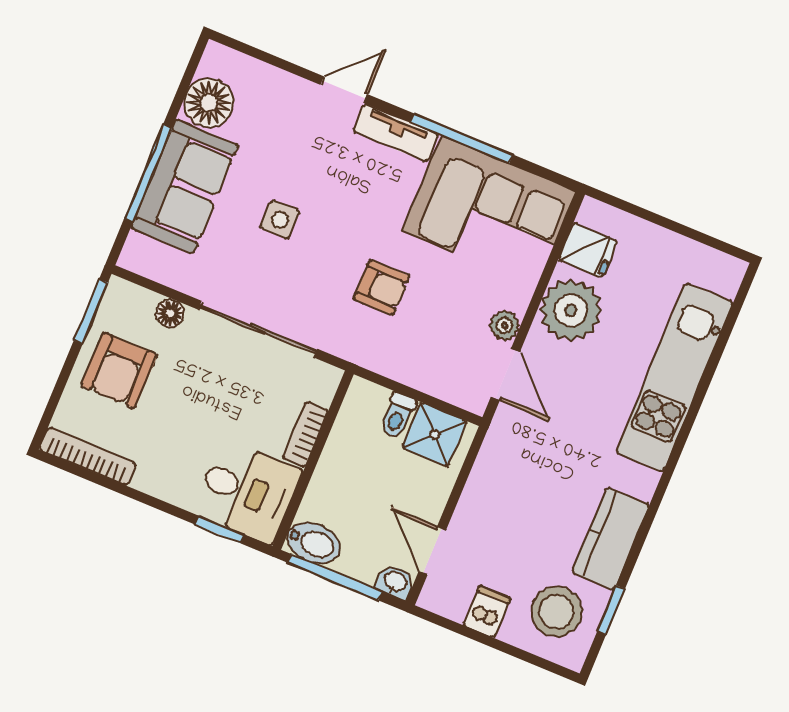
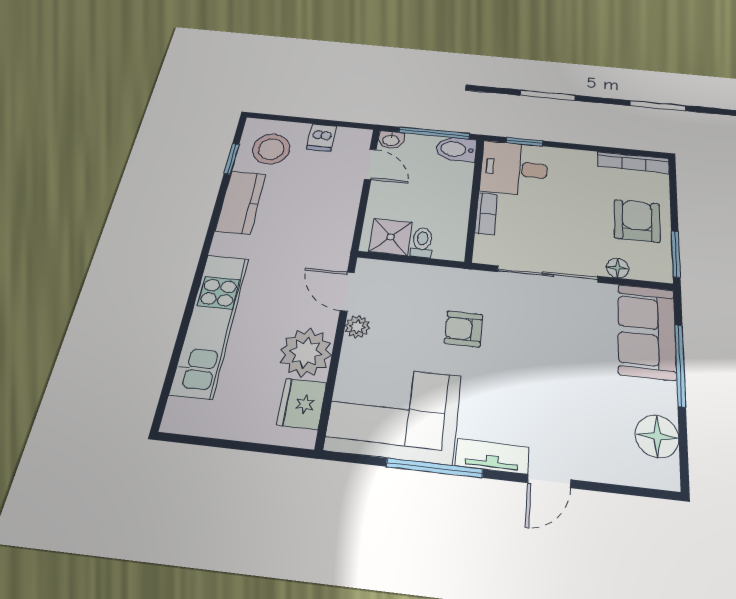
sofa: (185, 186) -> (647, 331), moved
side table: (280, 219) -> (562, 358), removed
fridge: (588, 250) -> (302, 404), width x1.38

